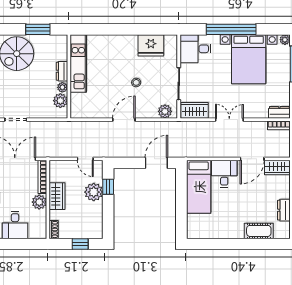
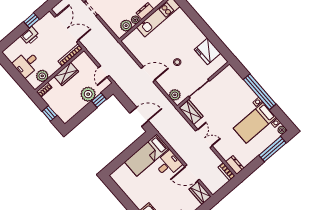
desk: (195, 49) -> (229, 80), removed
bed with nightstands: (249, 59) -> (255, 123), width x0.73
plant: (39, 202) -> (42, 76), moved

